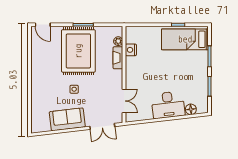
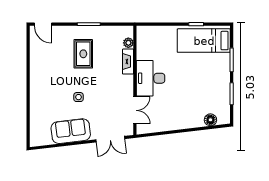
nightstand: (131, 50) -> (143, 53), removed
rug: (78, 51) -> (83, 54), width x0.54, depth x0.49
desk: (168, 105) -> (151, 78), moved, turned 97

